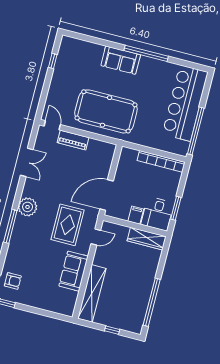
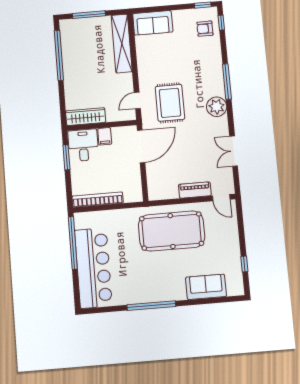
sofa: (121, 60) -> (206, 287), moved
sofa: (74, 271) -> (153, 23), moved, turned 90
window: (112, 330) -> (89, 15), width x2.17

